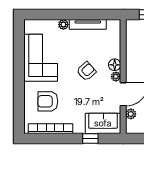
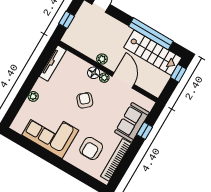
tv unit: (88, 24) -> (53, 63), moved
plant: (131, 114) -> (102, 59), moved
sofa: (103, 123) -> (132, 122), moved

